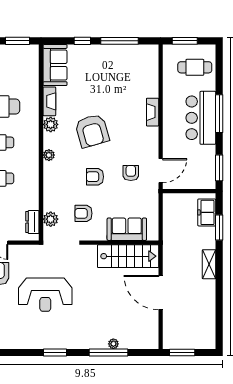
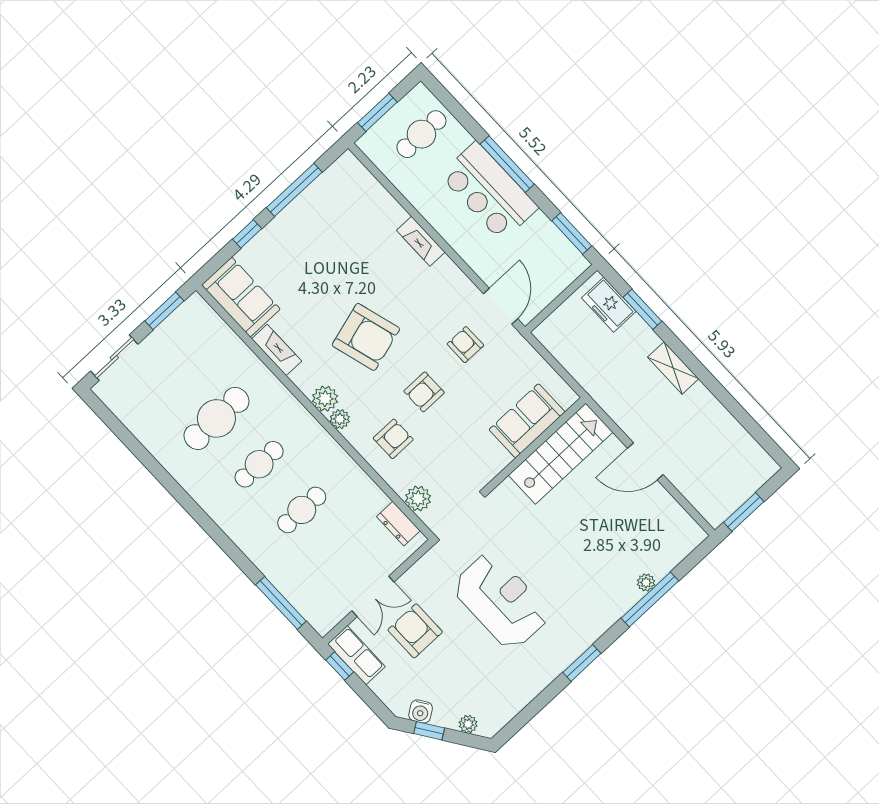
plant: (51, 124) -> (325, 399), moved
armchair: (83, 213) -> (393, 439), moved, turned 180
door: (161, 293) -> (645, 461), width x0.73
reception desk: (45, 295) -> (501, 601), turned -90

